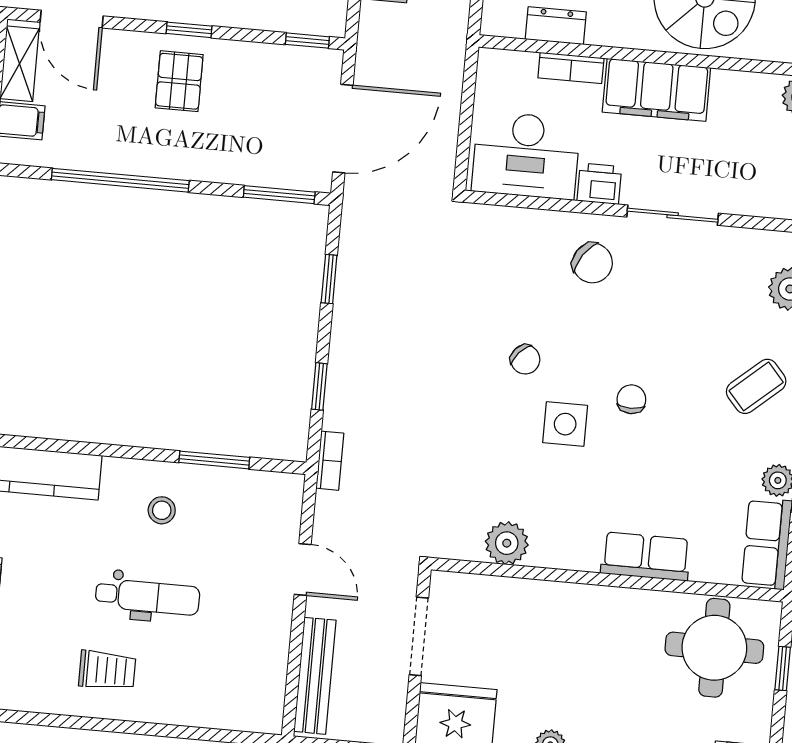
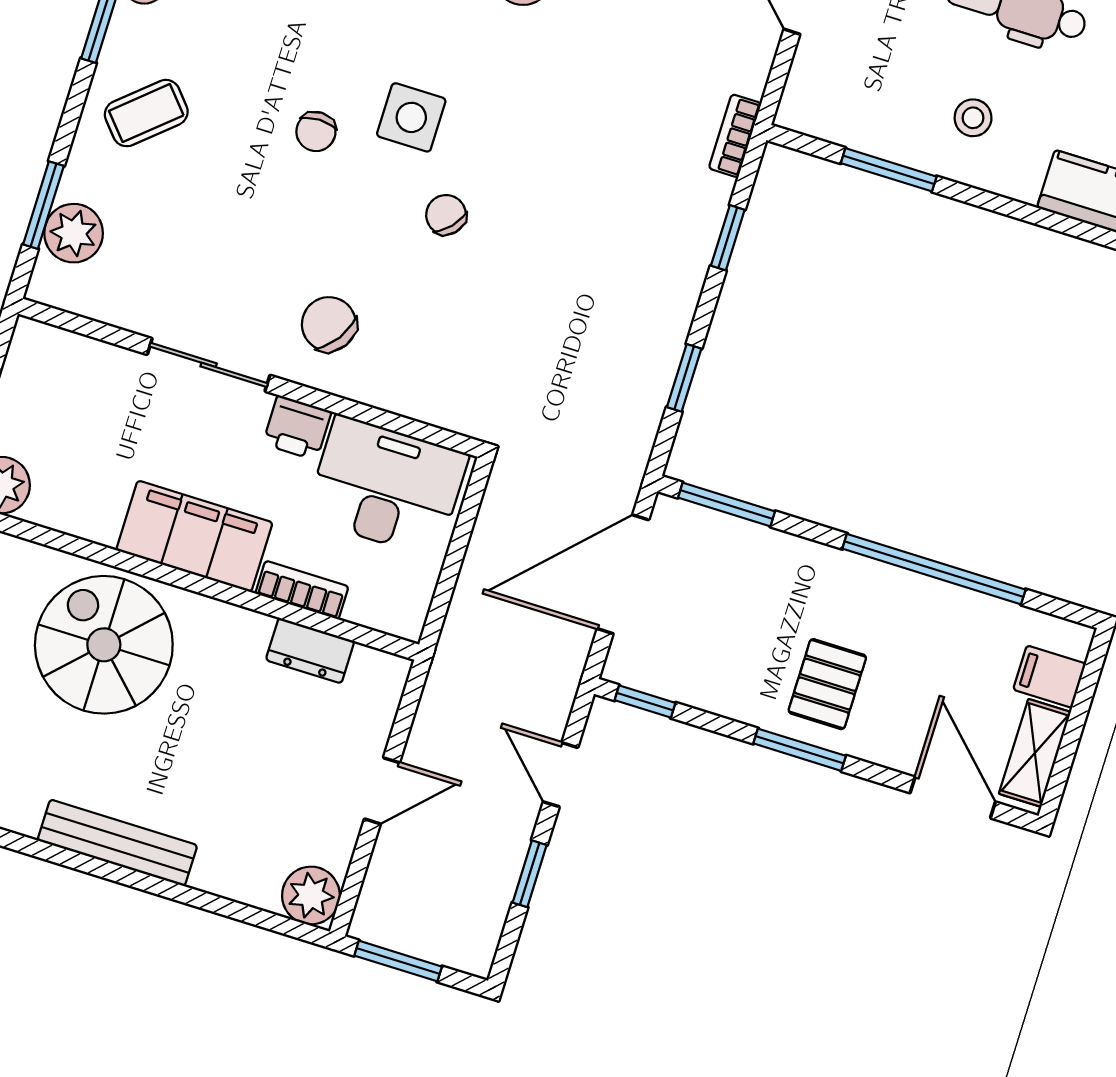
window: (189, 30) -> (800, 750), width x1.50

